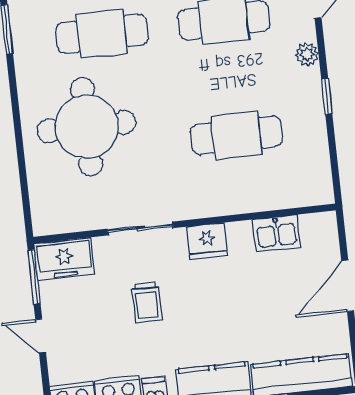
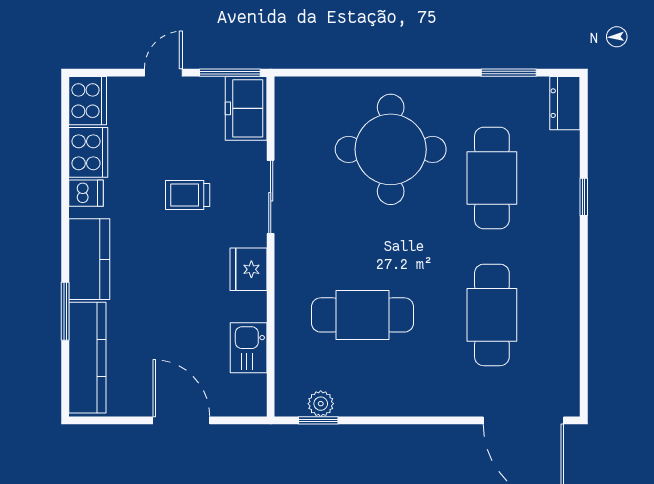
plant: (307, 54) -> (321, 404), moved
window: (327, 97) -> (318, 420), moved
cafe table: (236, 135) -> (363, 315), turned 90

